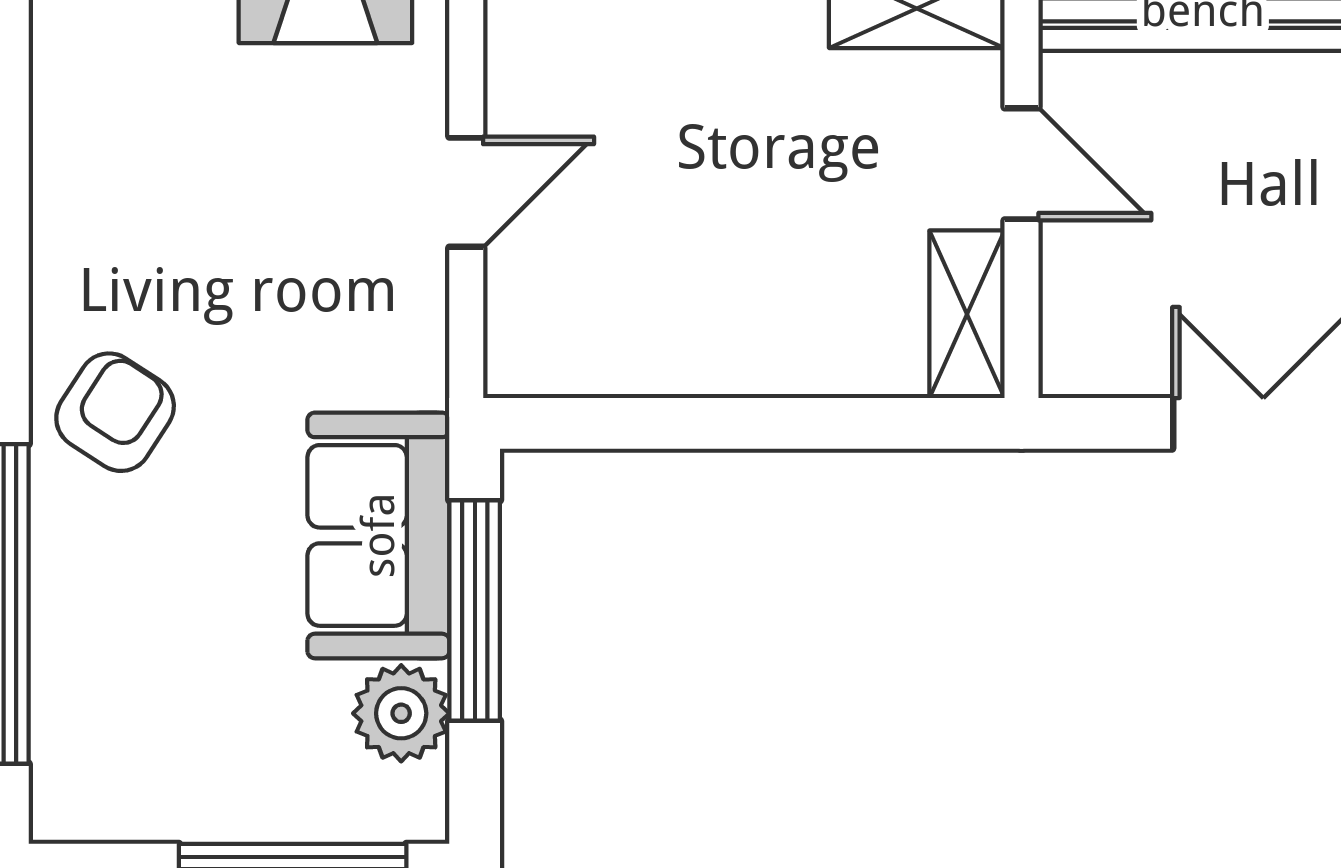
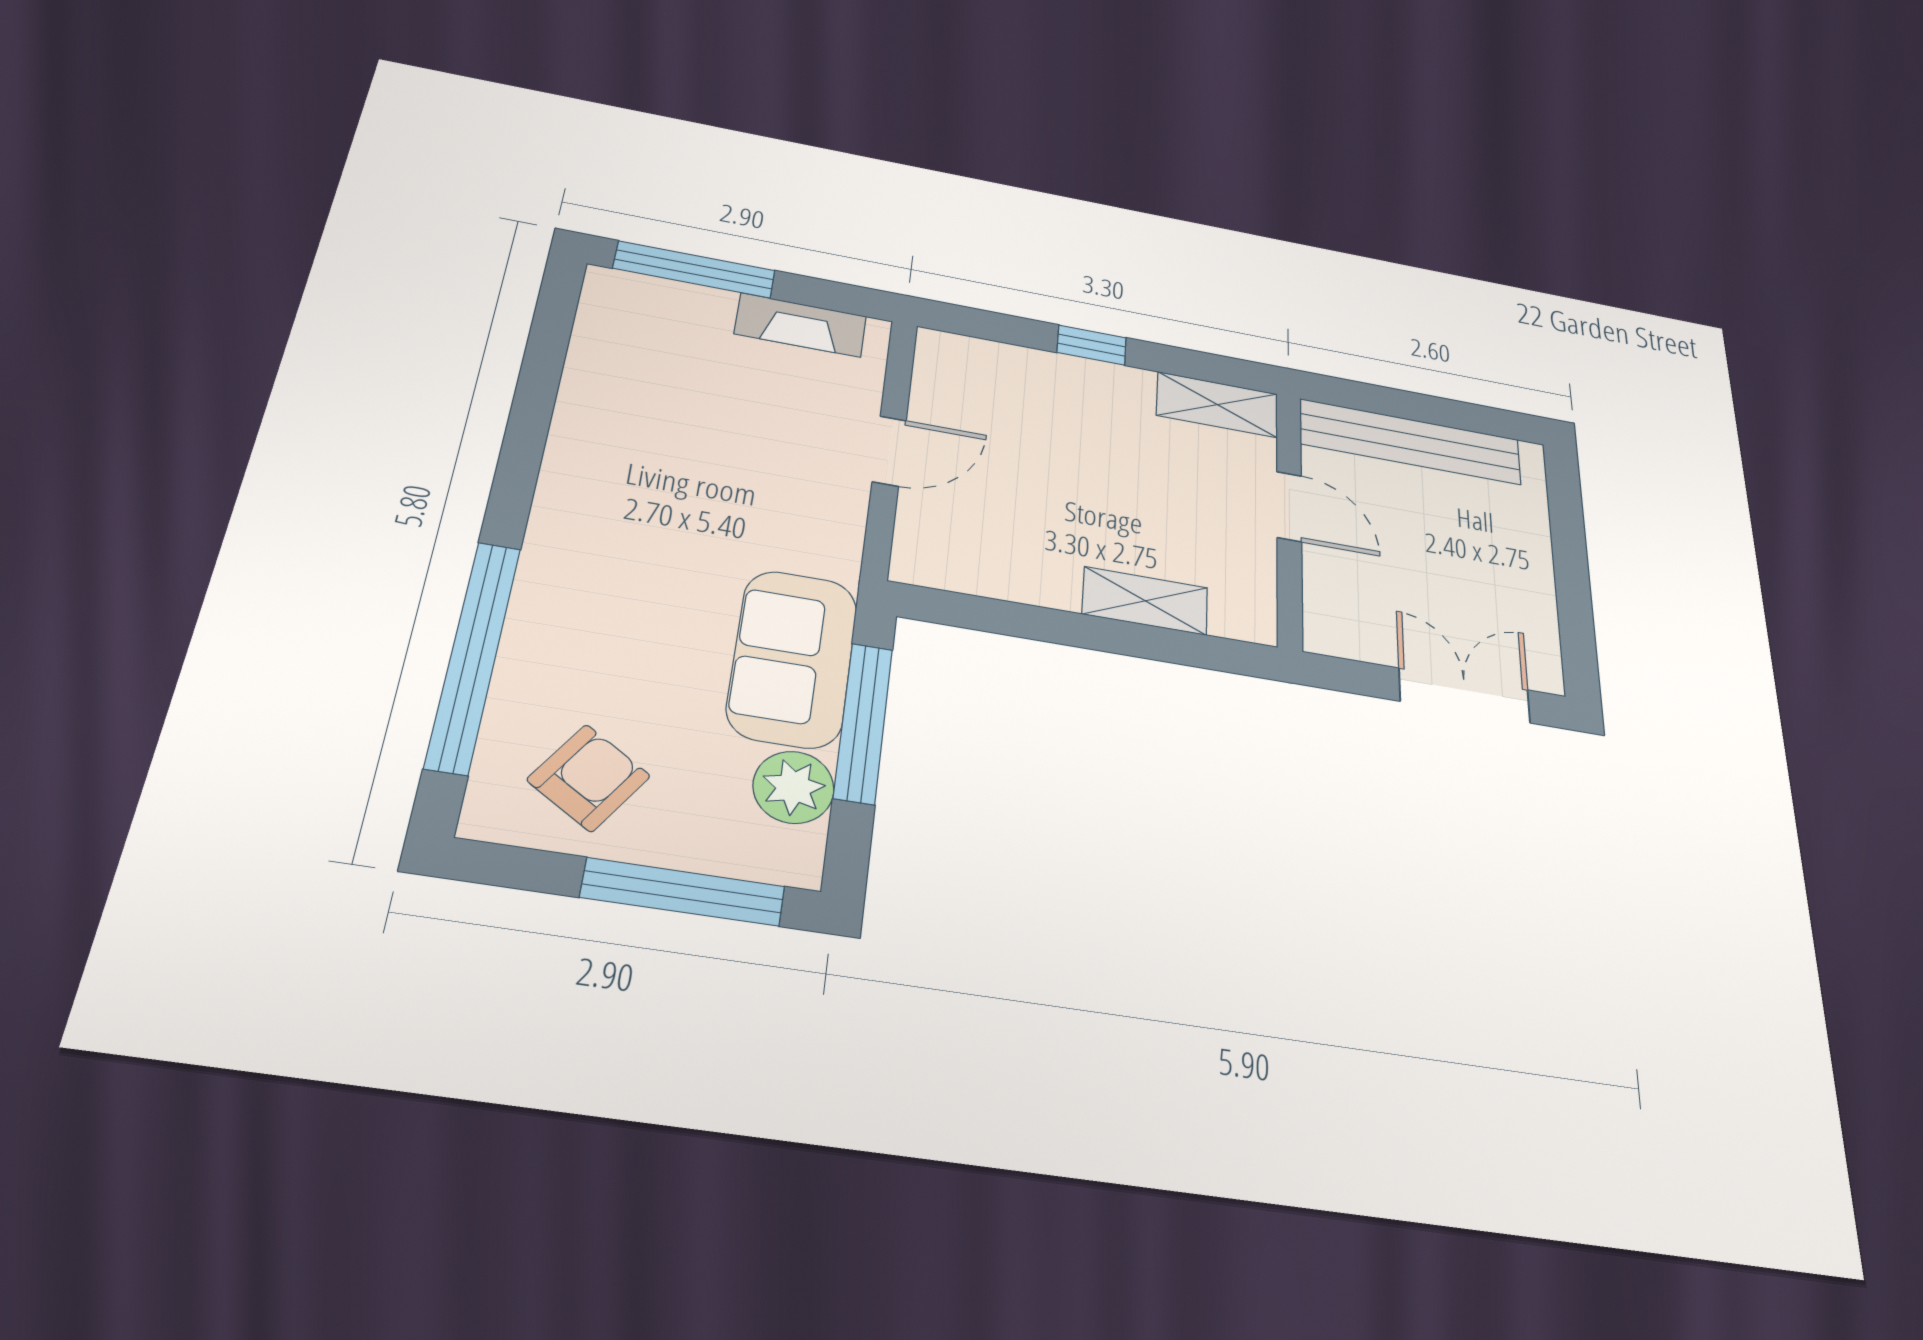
shelving: (967, 314) -> (1145, 601), moved, turned 90
armchair: (115, 412) -> (589, 778), moved

